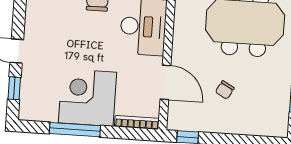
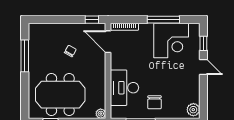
door: (165, 82) -> (108, 42), moved
corner desk: (88, 97) -> (171, 41), moved

